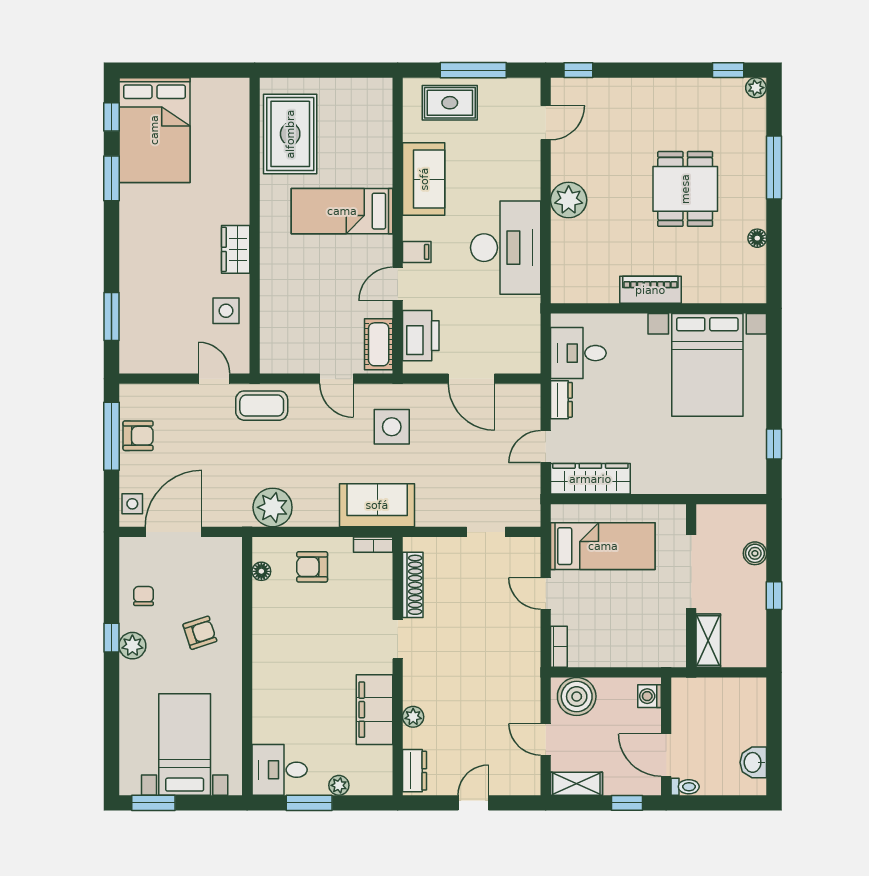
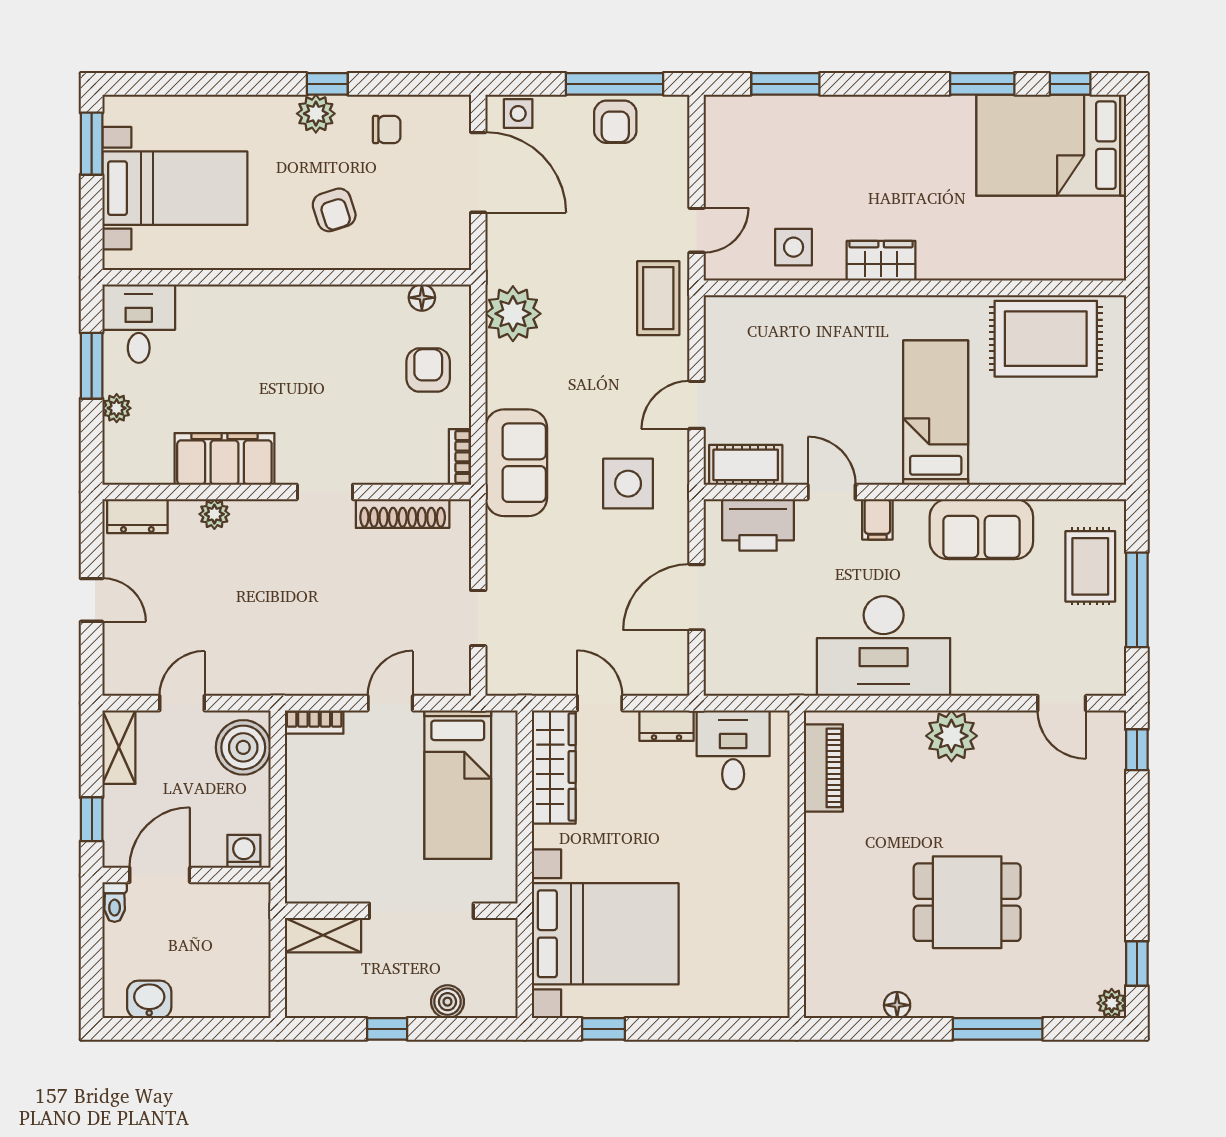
piano: (650, 290) -> (823, 768), moved
bed with nightstands: (707, 365) -> (605, 934), moved, turned 180

